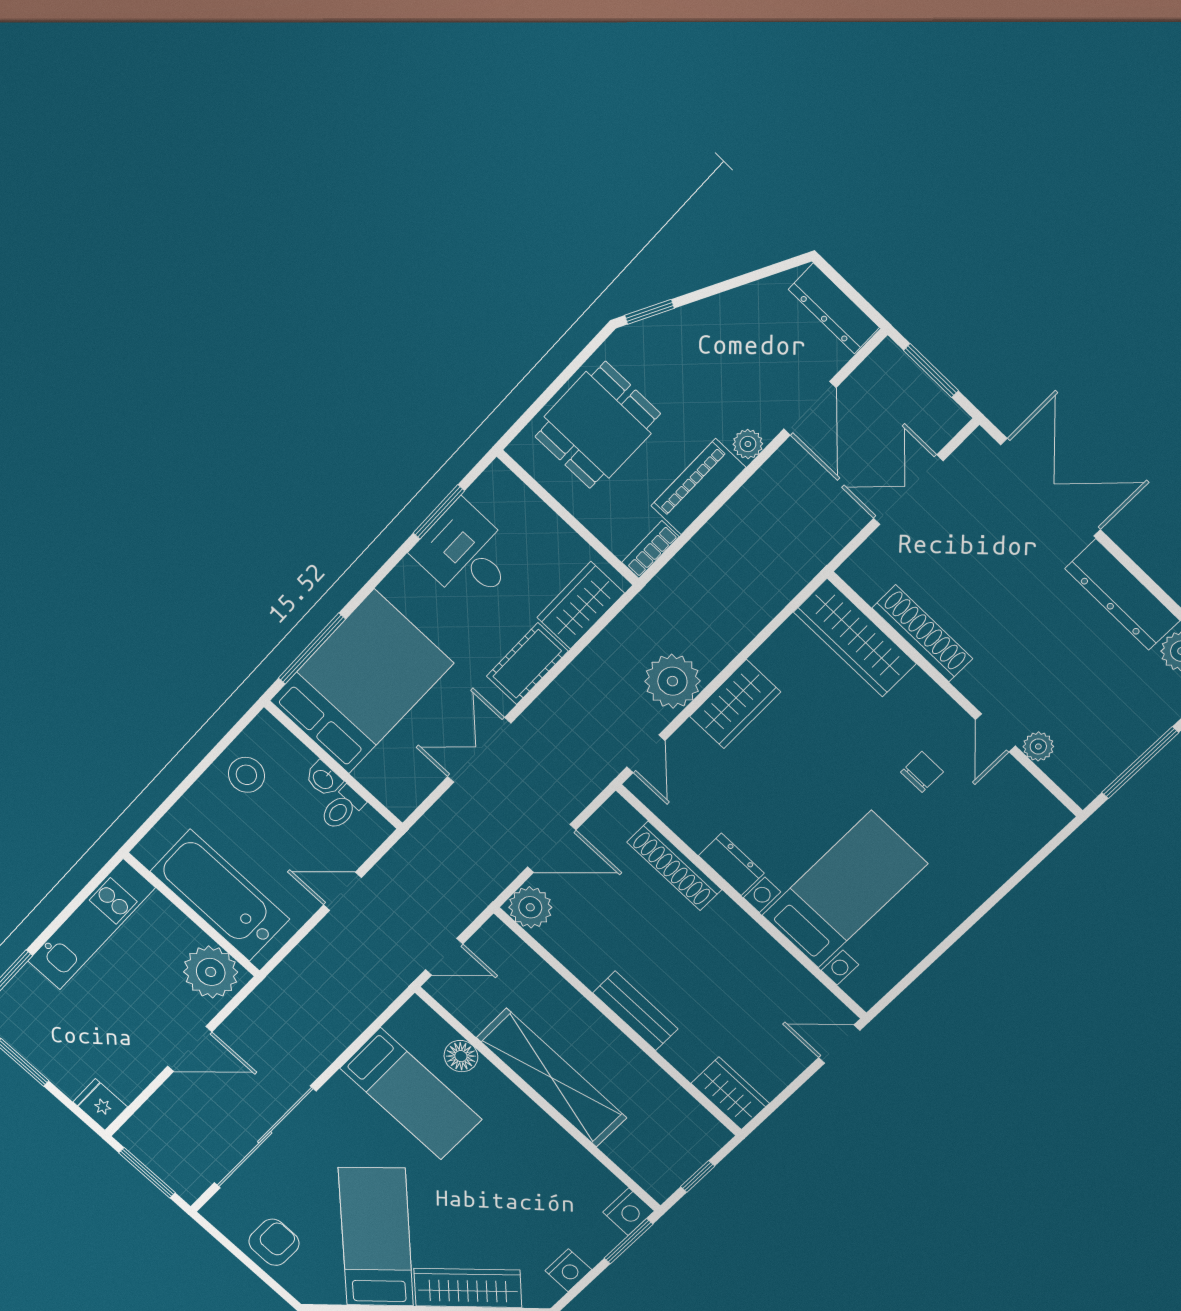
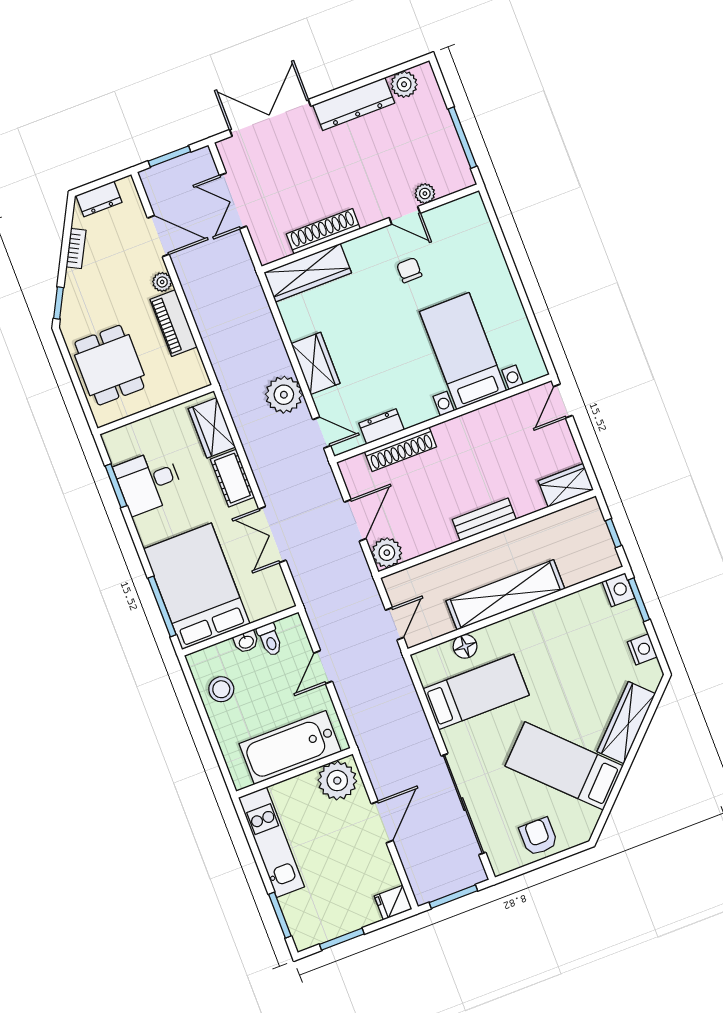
dresser: (834, 308) -> (99, 199), width x0.70
bookcase: (650, 550) -> (76, 249), moved, turned -152
dresser: (731, 864) -> (381, 426), moved

